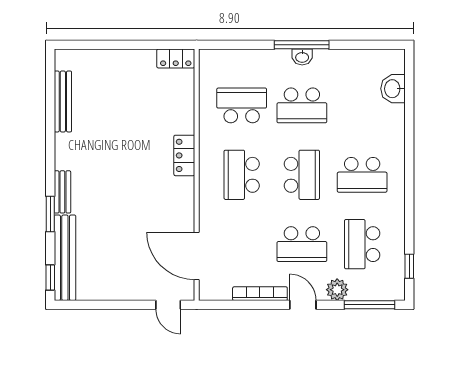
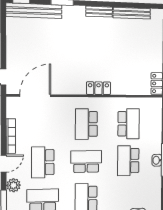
school desk: (242, 175) -> (86, 124), turned -90
school desk: (302, 175) -> (86, 161), turned 180
bench: (62, 192) -> (99, 12), moved

